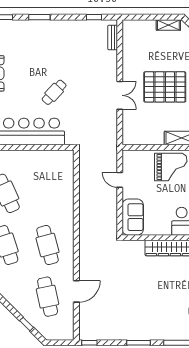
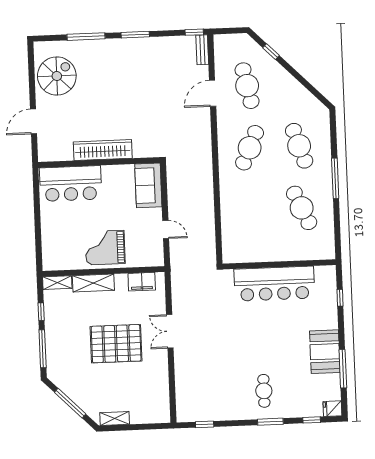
bench: (113, 37) -> (202, 50), moved
cafe table: (54, 92) -> (264, 391), moved, turned -43
filing cabinet: (141, 138) -> (142, 282), added
cafe table: (48, 245) -> (250, 148), turned 39

